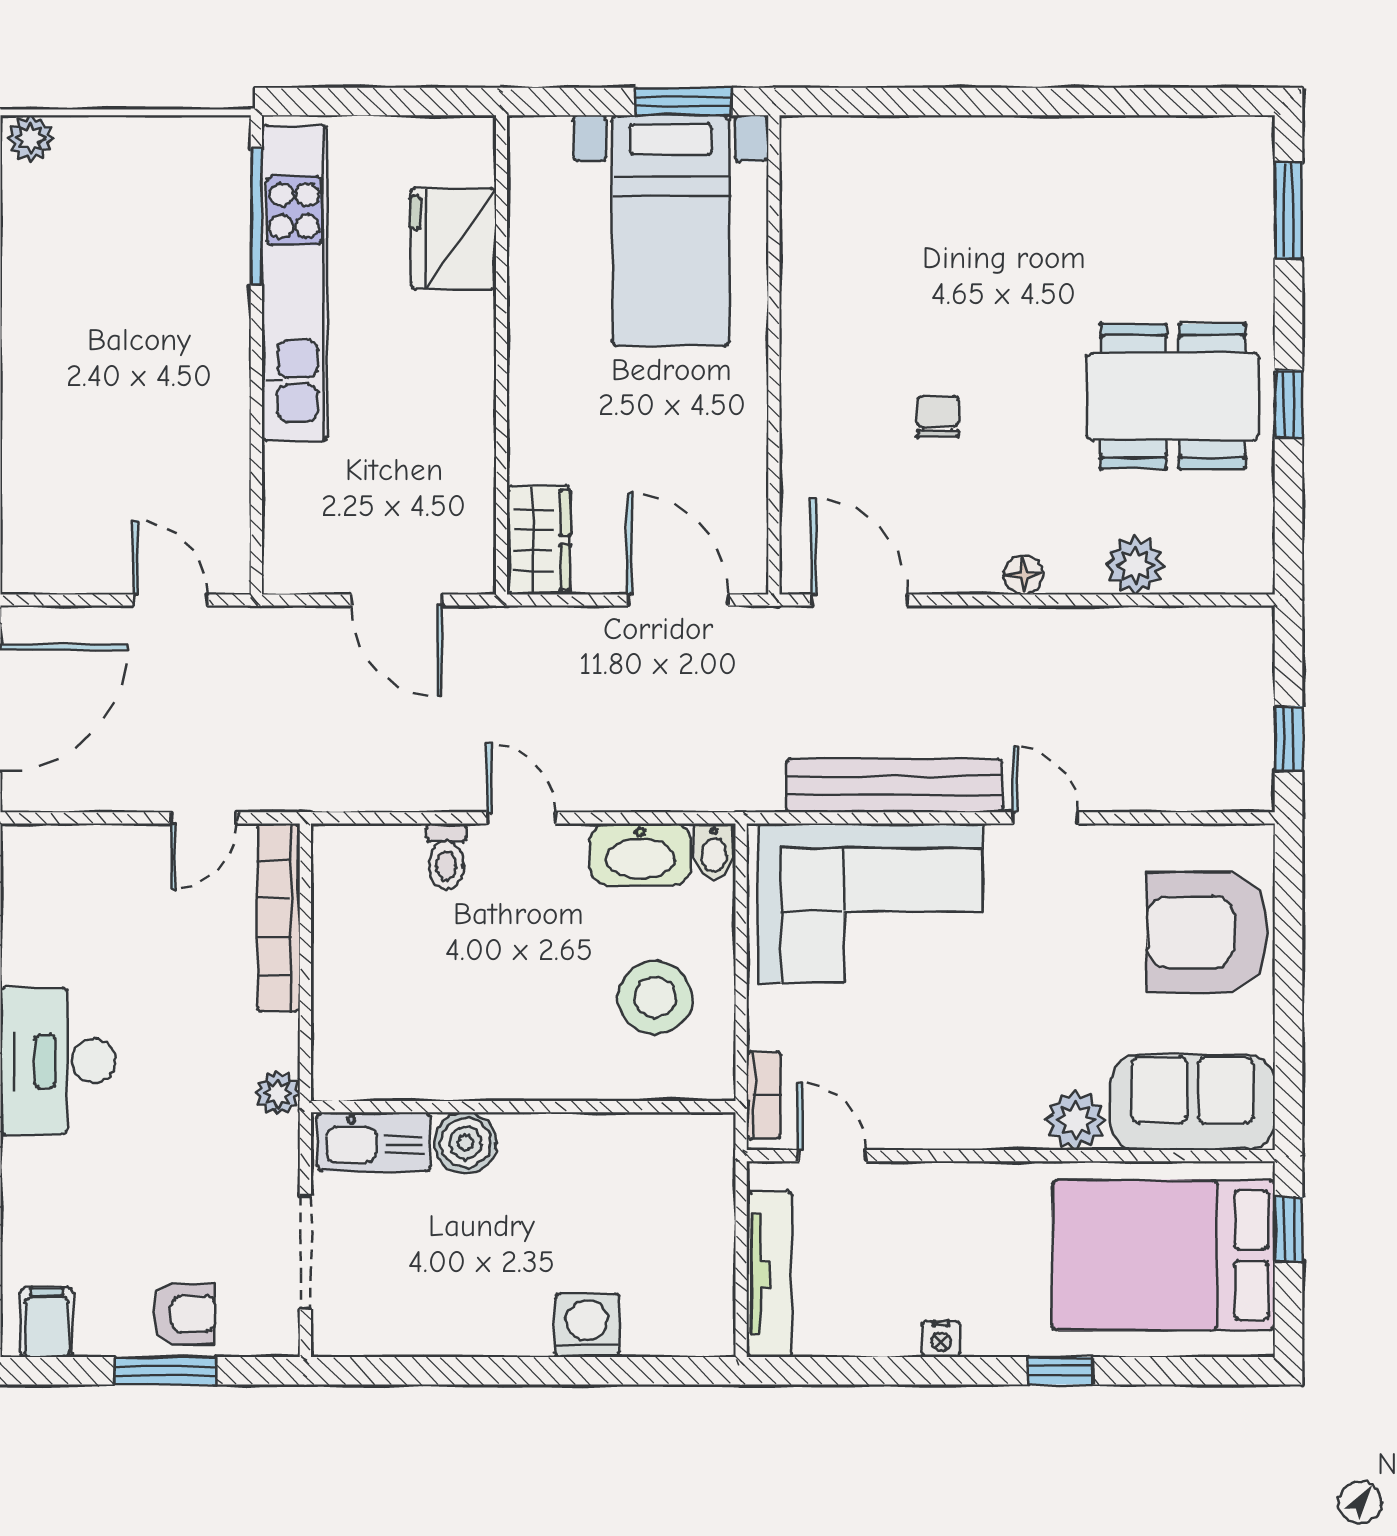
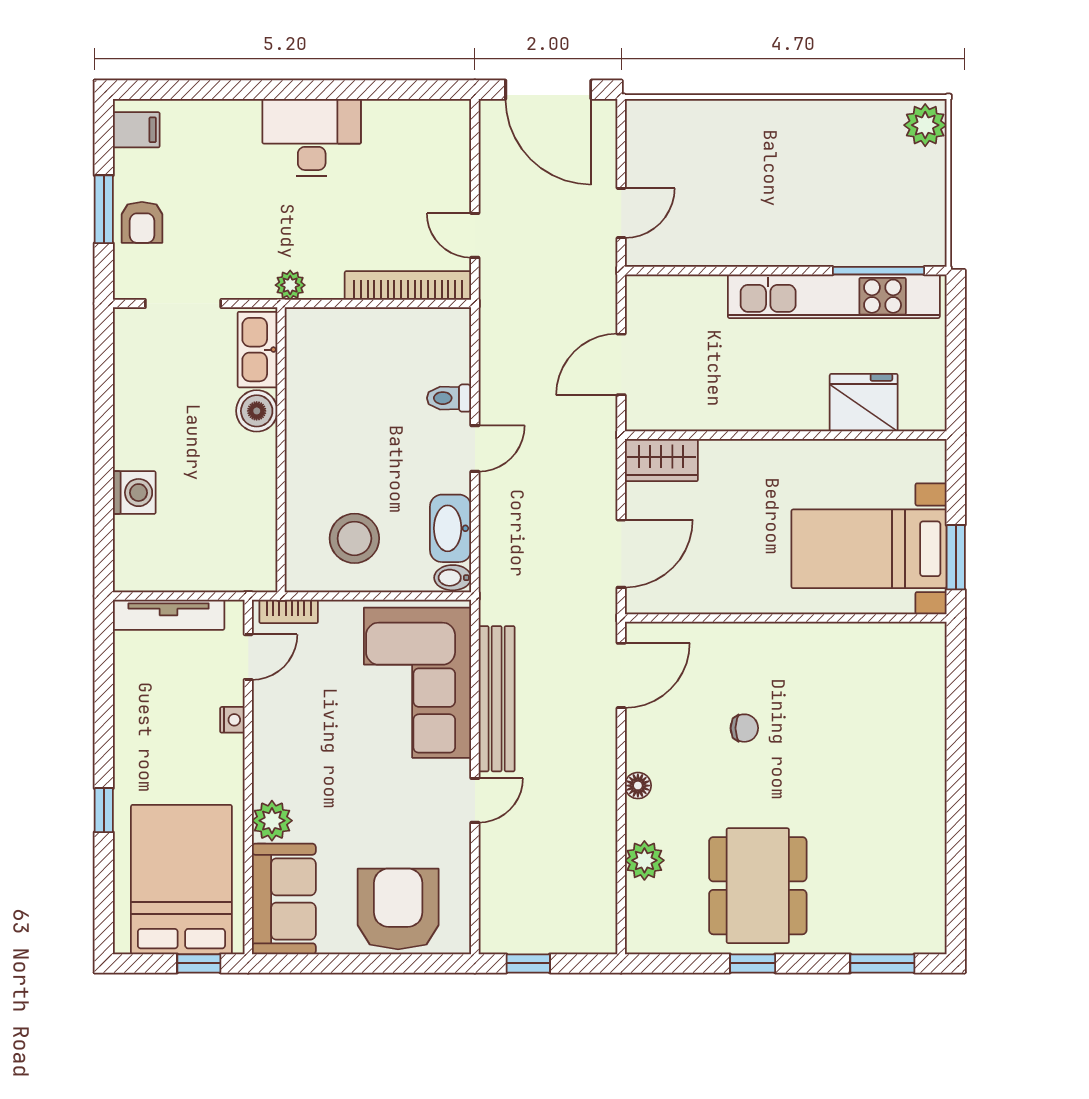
plant: (31, 138) -> (925, 125), width x1.38, depth x1.38
nightstand: (941, 1339) -> (232, 720), moved, turned 180

